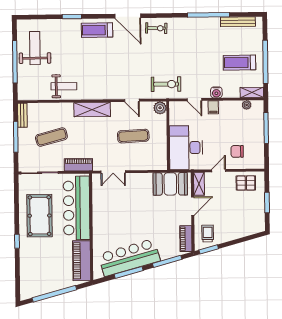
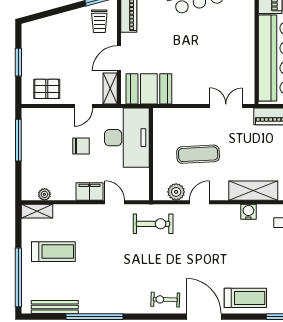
window: (265, 62) -> (18, 277), moved
exercise bike: (166, 84) -> (153, 224), turned 180
water cooler: (216, 92) -> (248, 212), moved
door: (132, 100) -> (199, 202), hinge flipped
filing cabinet: (213, 107) -> (90, 192), width x2.00
plant: (160, 108) -> (176, 192), moved
window: (266, 128) -> (18, 140), moved
chair: (237, 151) -> (81, 146), moved

